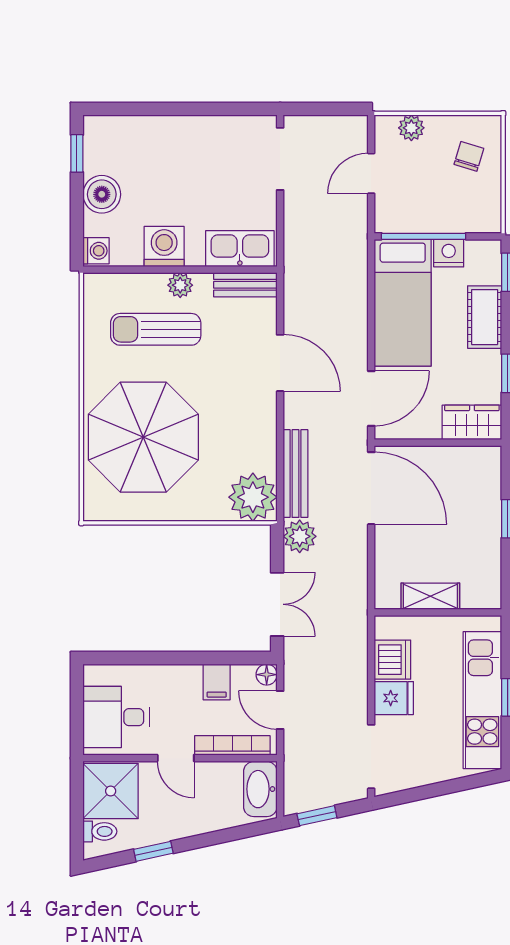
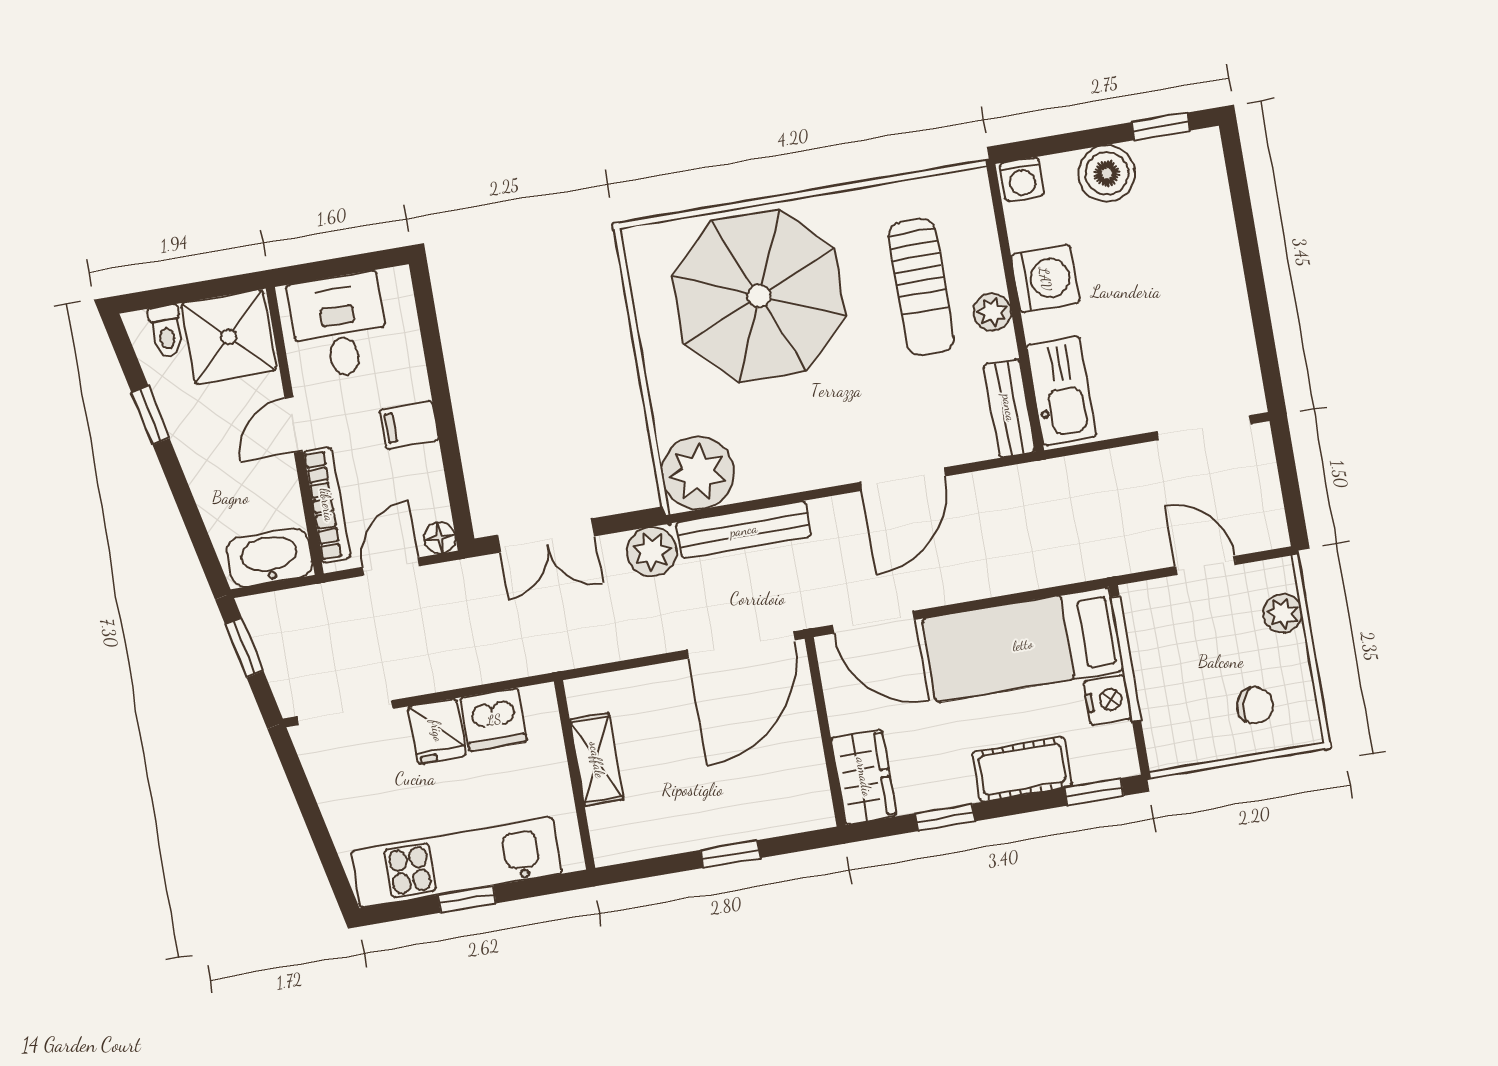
sun lounger: (156, 329) -> (921, 287), turned 180
filing cabinet: (217, 682) -> (409, 425), moved

